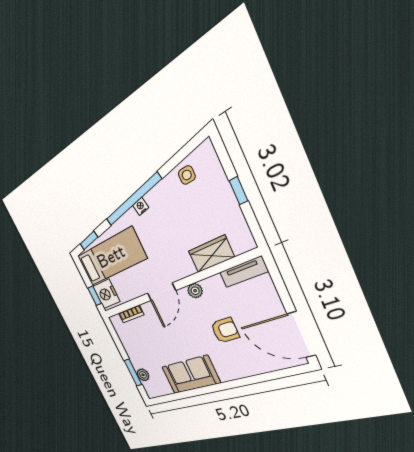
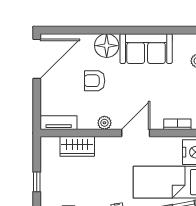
door: (301, 335) -> (37, 59), hinge flipped
floor lamp: (229, 369) -> (107, 46), added

